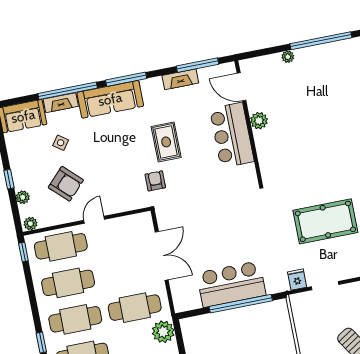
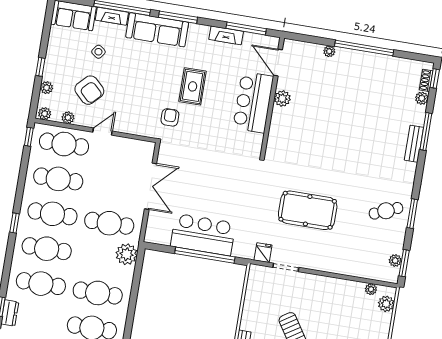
plant: (55, 219) -> (68, 118), added

